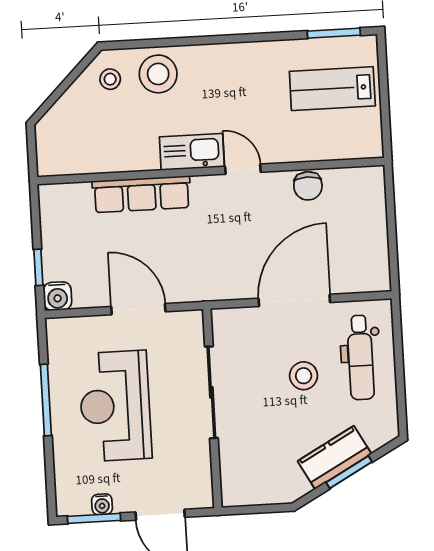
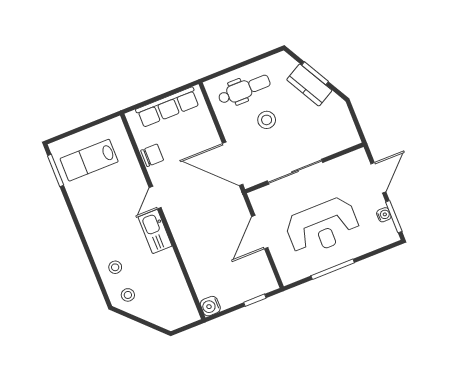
stool: (158, 74) -> (115, 267), width x0.53, depth x0.53
lab bench: (332, 89) -> (89, 160), turned 90
row of seats: (142, 194) -> (168, 107), moved, turned 90
water cooler: (57, 296) -> (210, 306), moved, turned 180
door: (294, 300) -> (233, 164), moved

